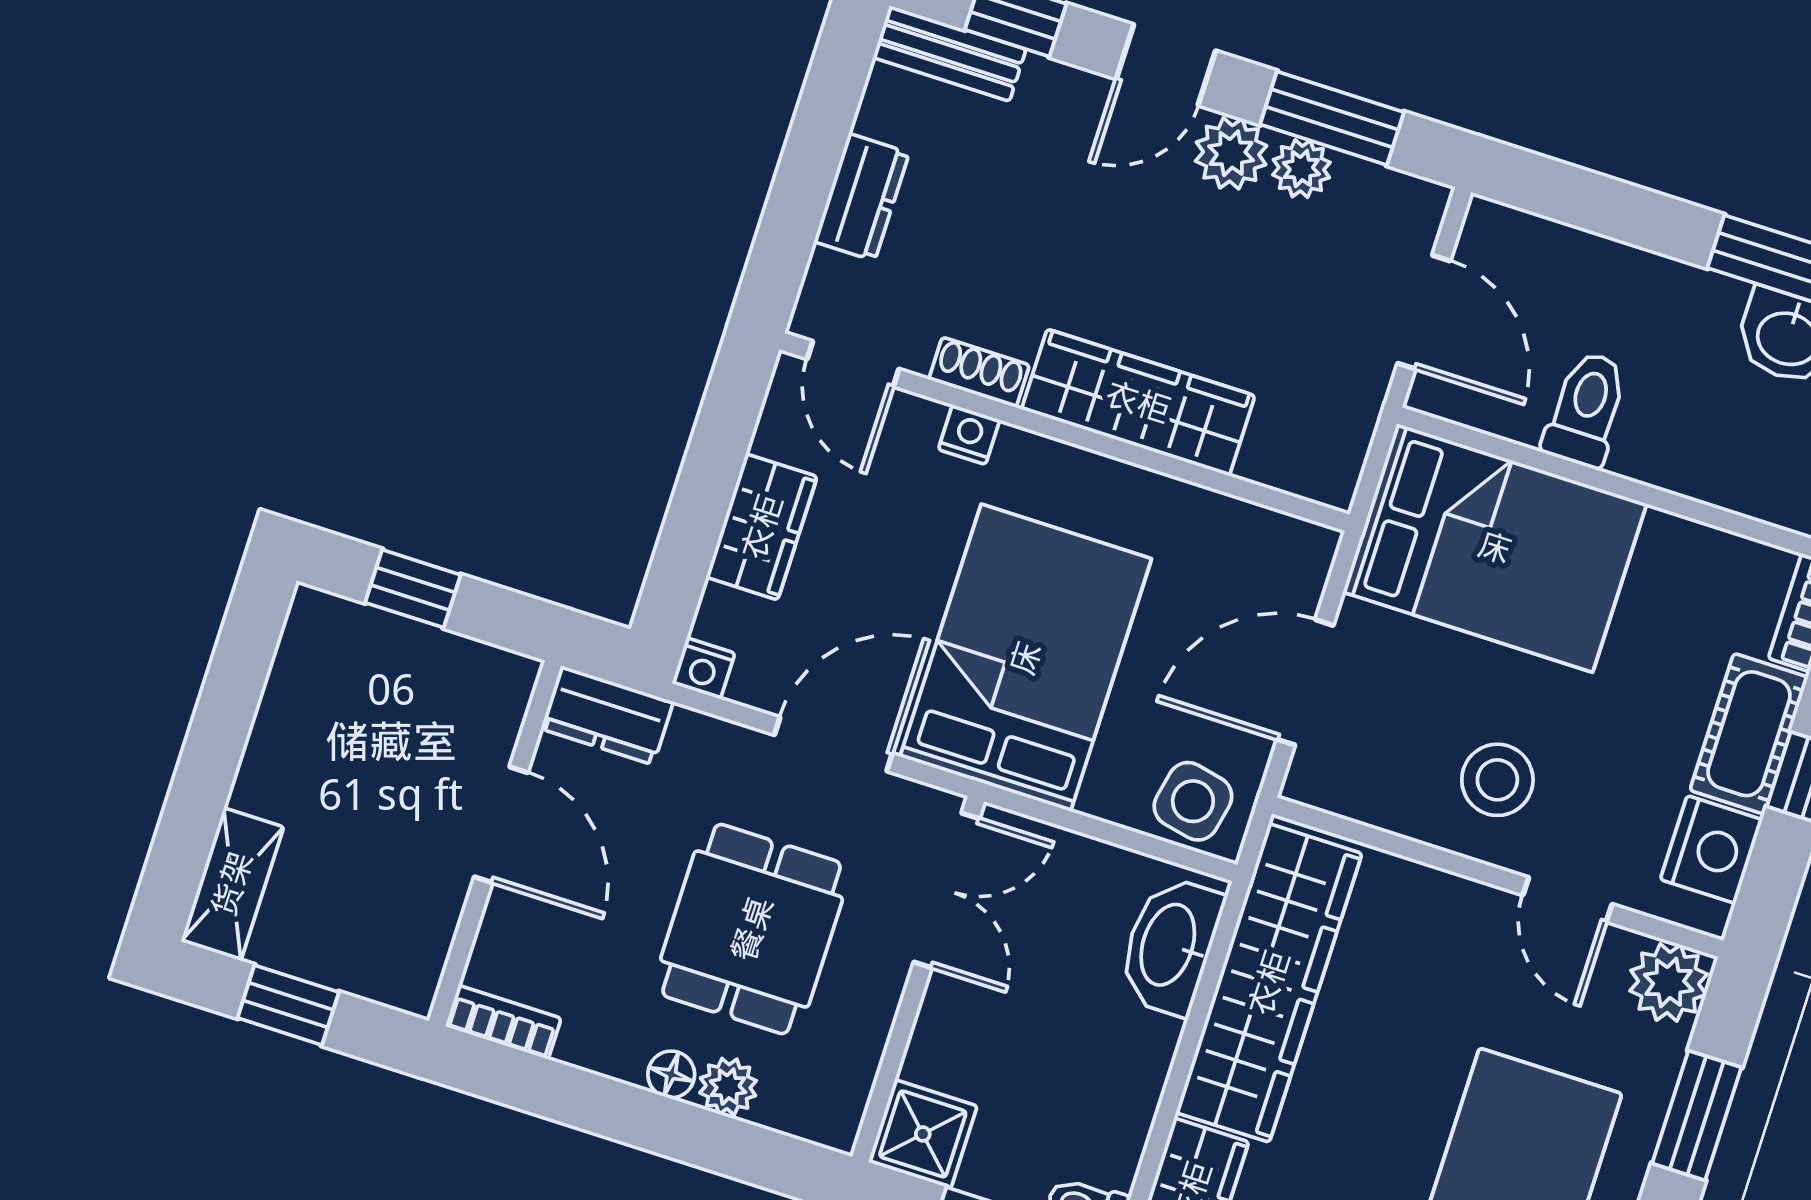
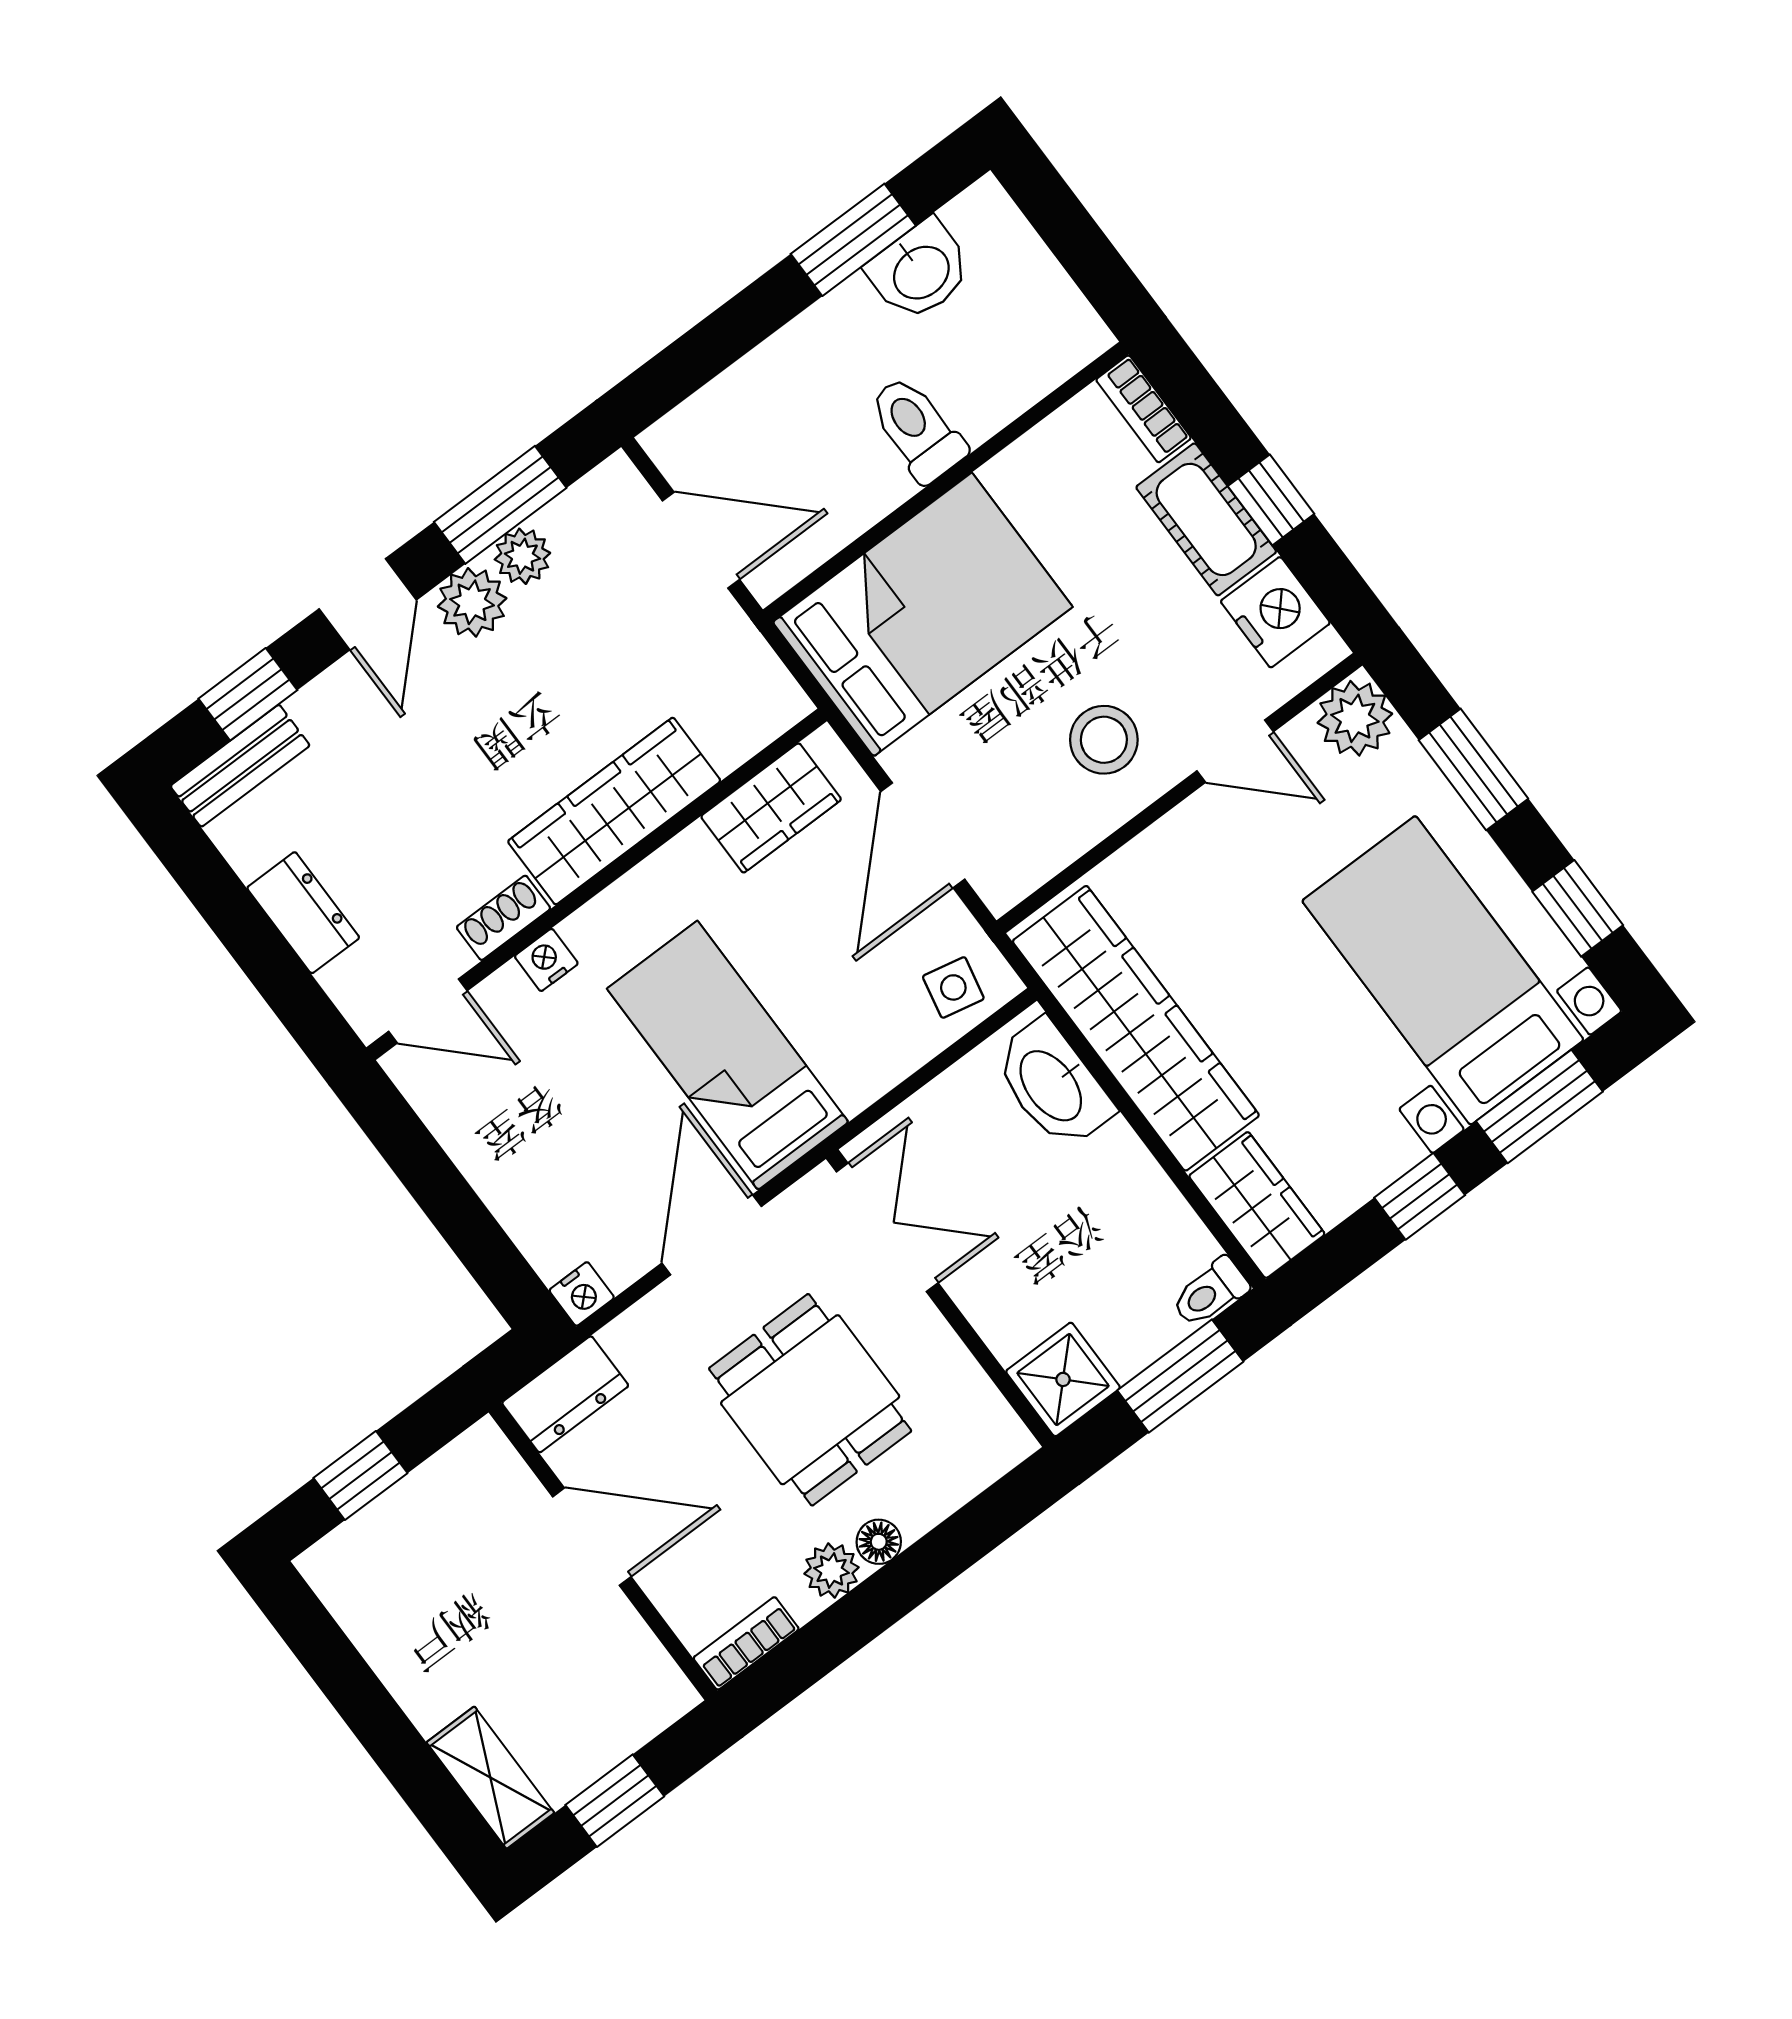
toilet: (1586, 409) -> (917, 429), moved
wardrobe: (762, 527) -> (771, 808), moved, turned 90
bed: (1026, 658) -> (728, 1055), width x0.67
side table: (1193, 801) -> (953, 987), width x0.73, depth x0.73
plant: (728, 1087) -> (832, 1571), moved

